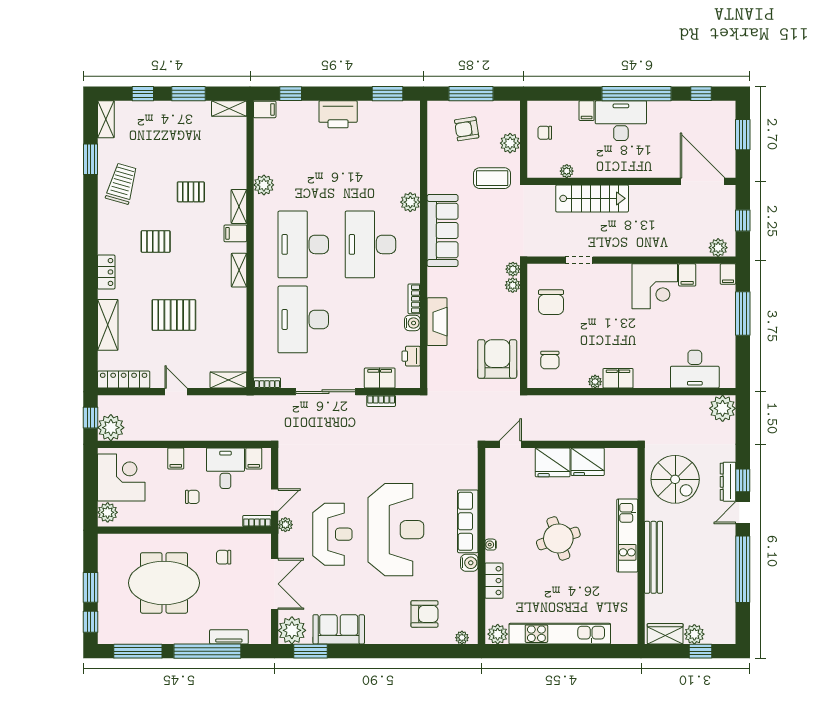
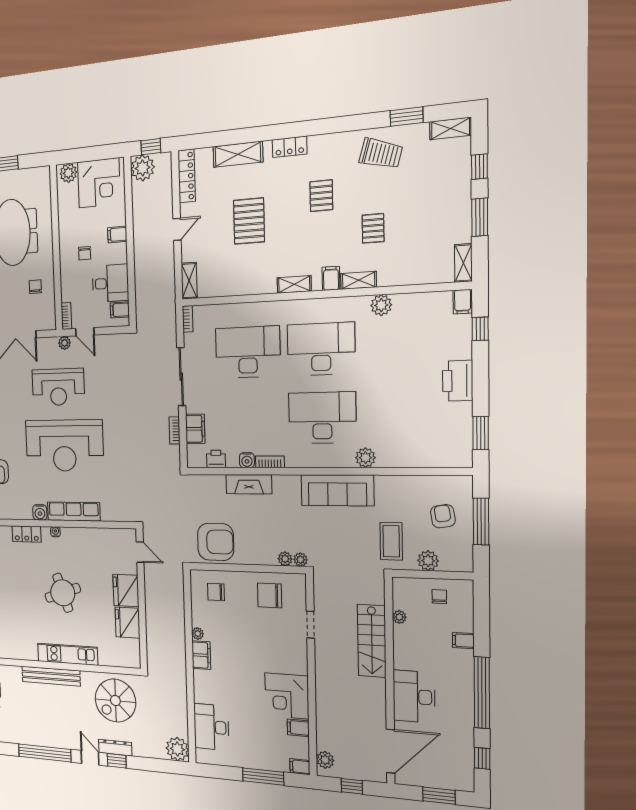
desk: (621, 121) -> (414, 697), moved, turned 180

